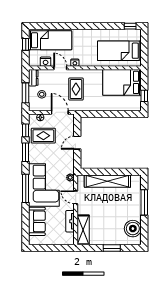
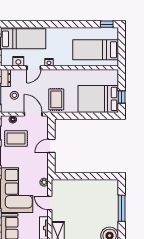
door: (60, 68) -> (34, 68), swing flipped
bed: (122, 82) -> (98, 99), moved
rug: (76, 89) -> (56, 99), moved
shelving: (107, 181) -> (83, 186), removed

